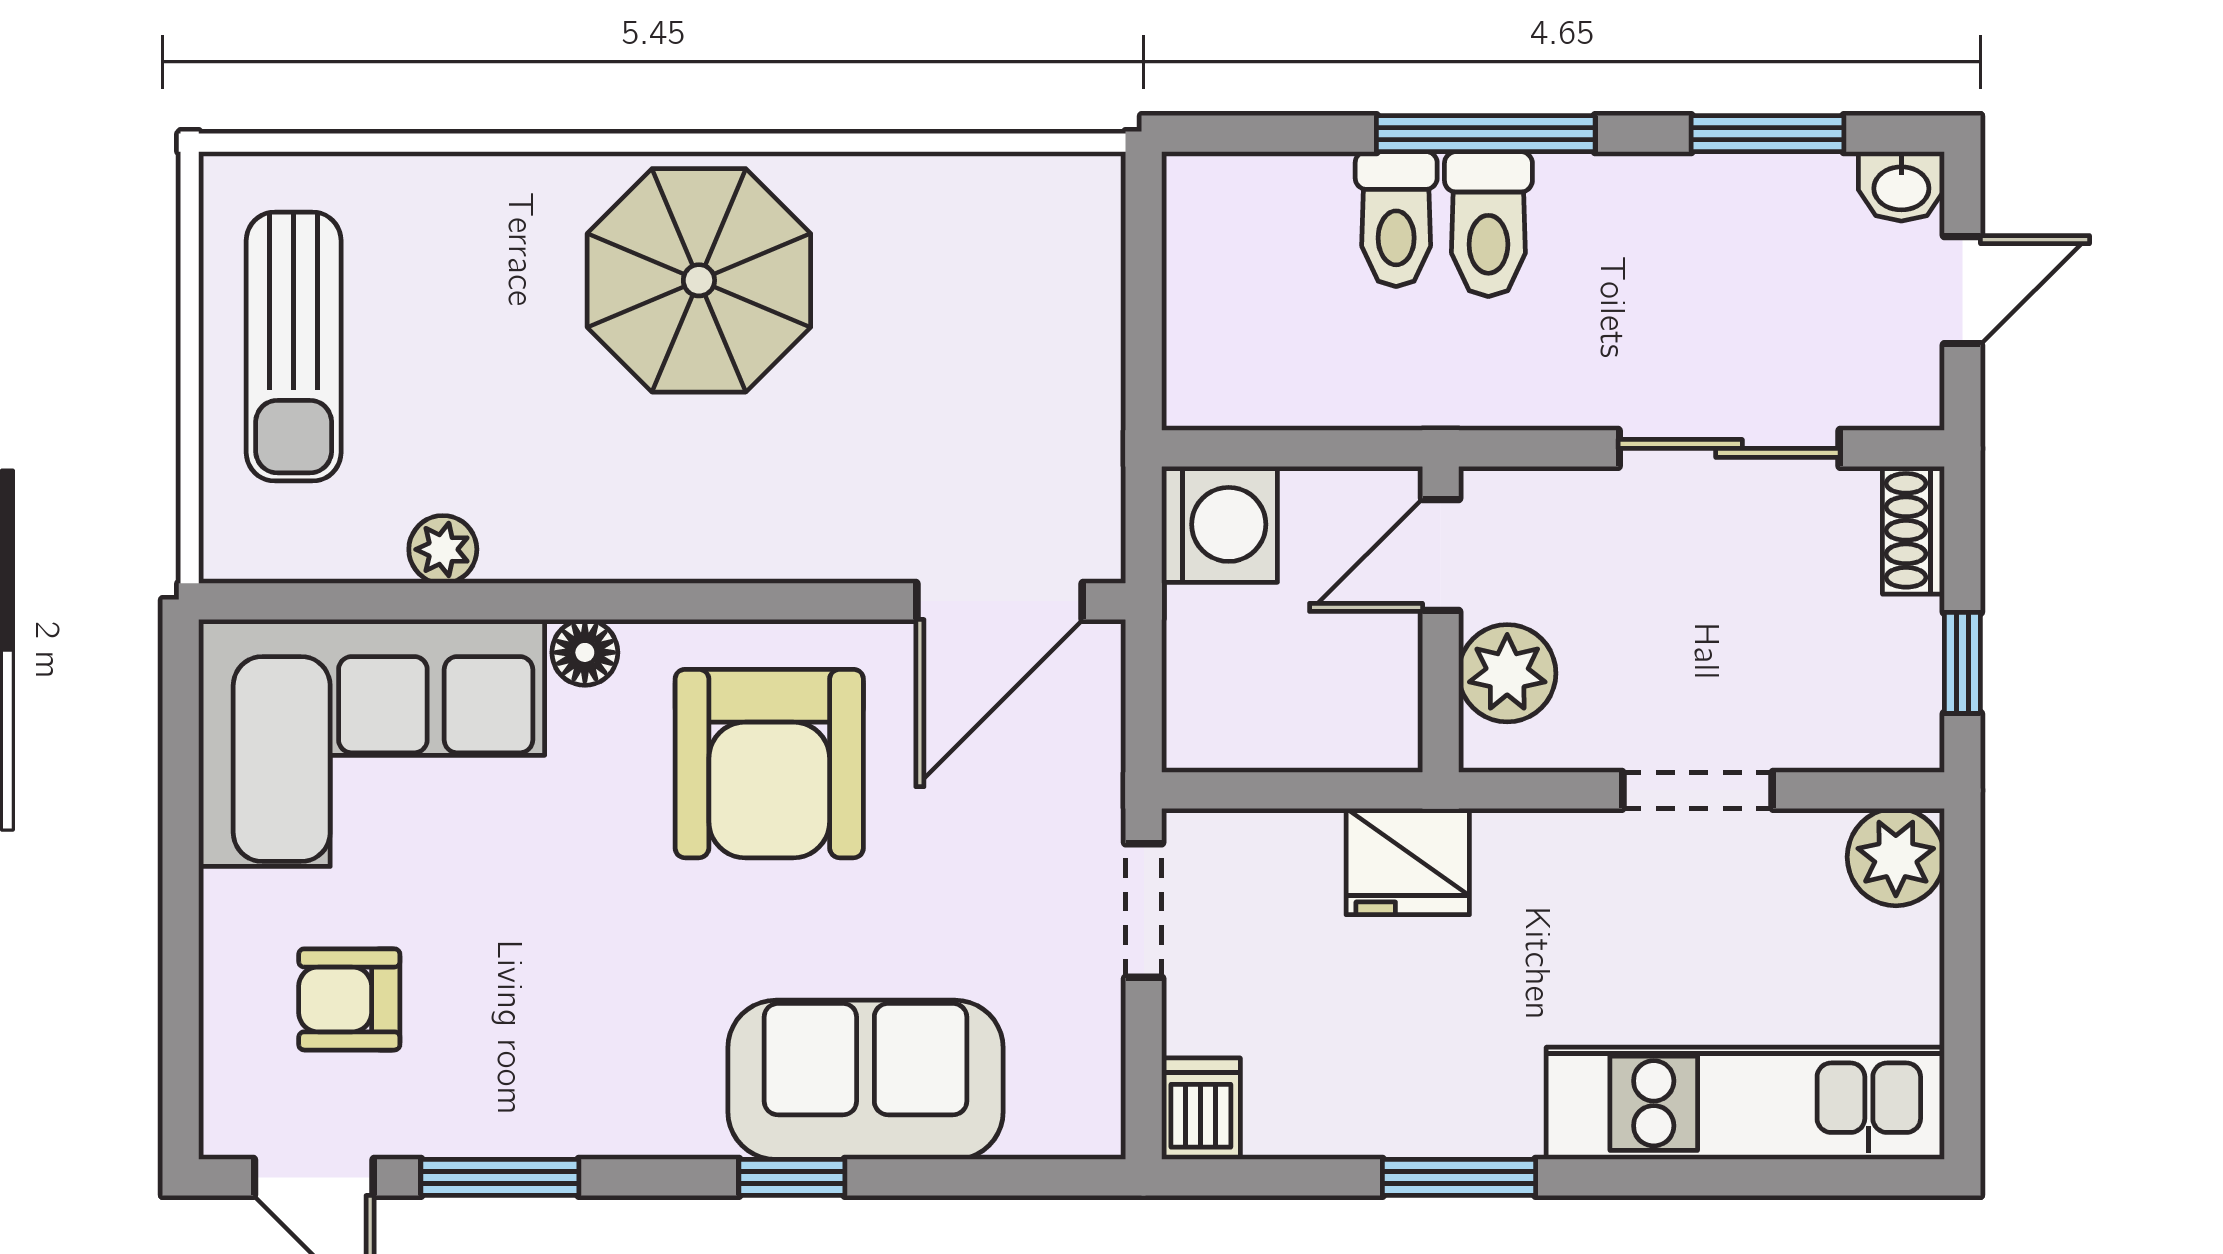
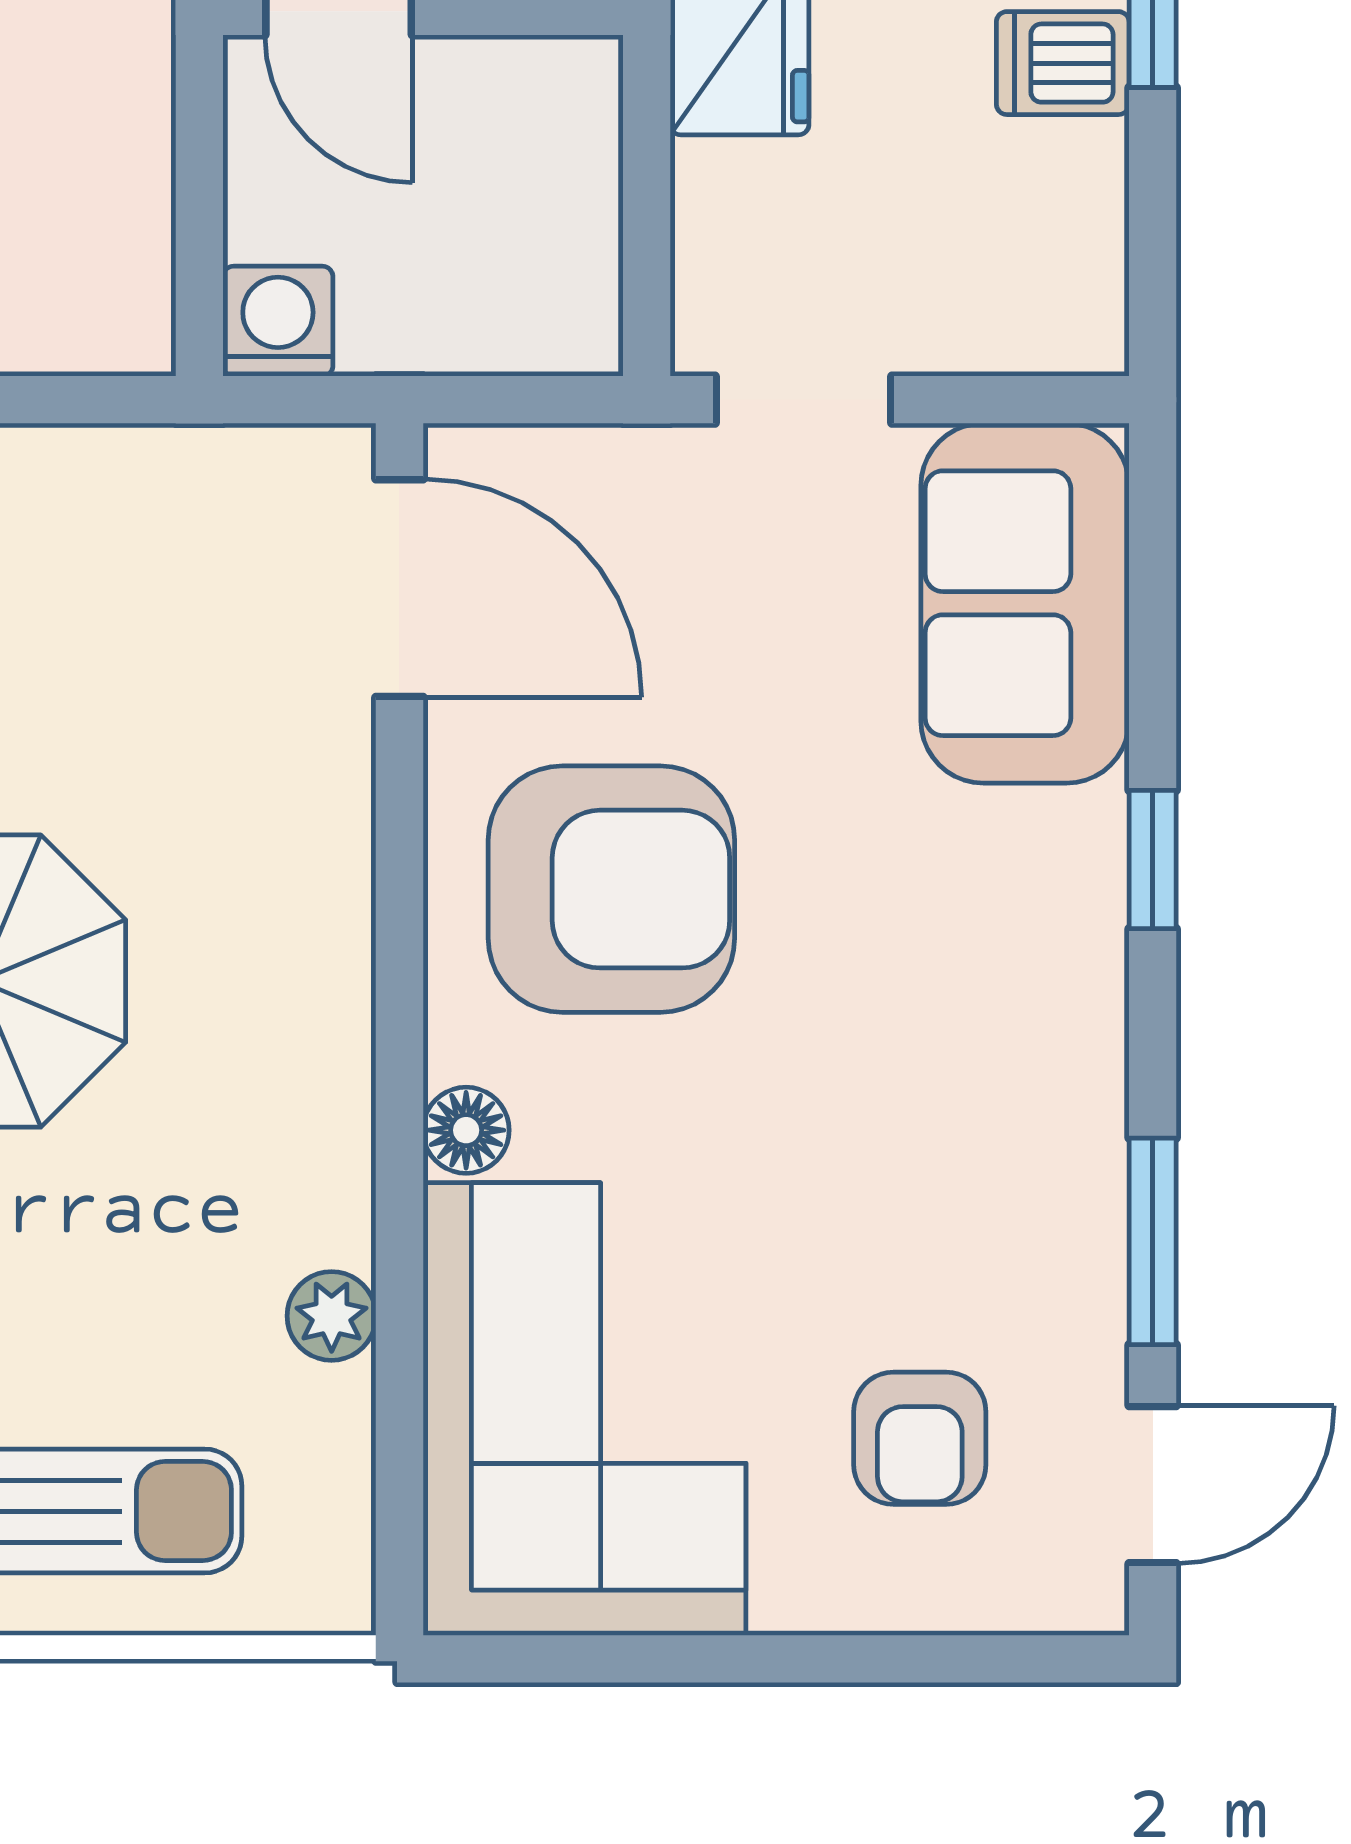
washing machine: (1219, 524) -> (278, 321), width x0.73, depth x0.73
sofa: (865, 1080) -> (1025, 603), moved
dishwasher: (1201, 1109) -> (1063, 63), moved

